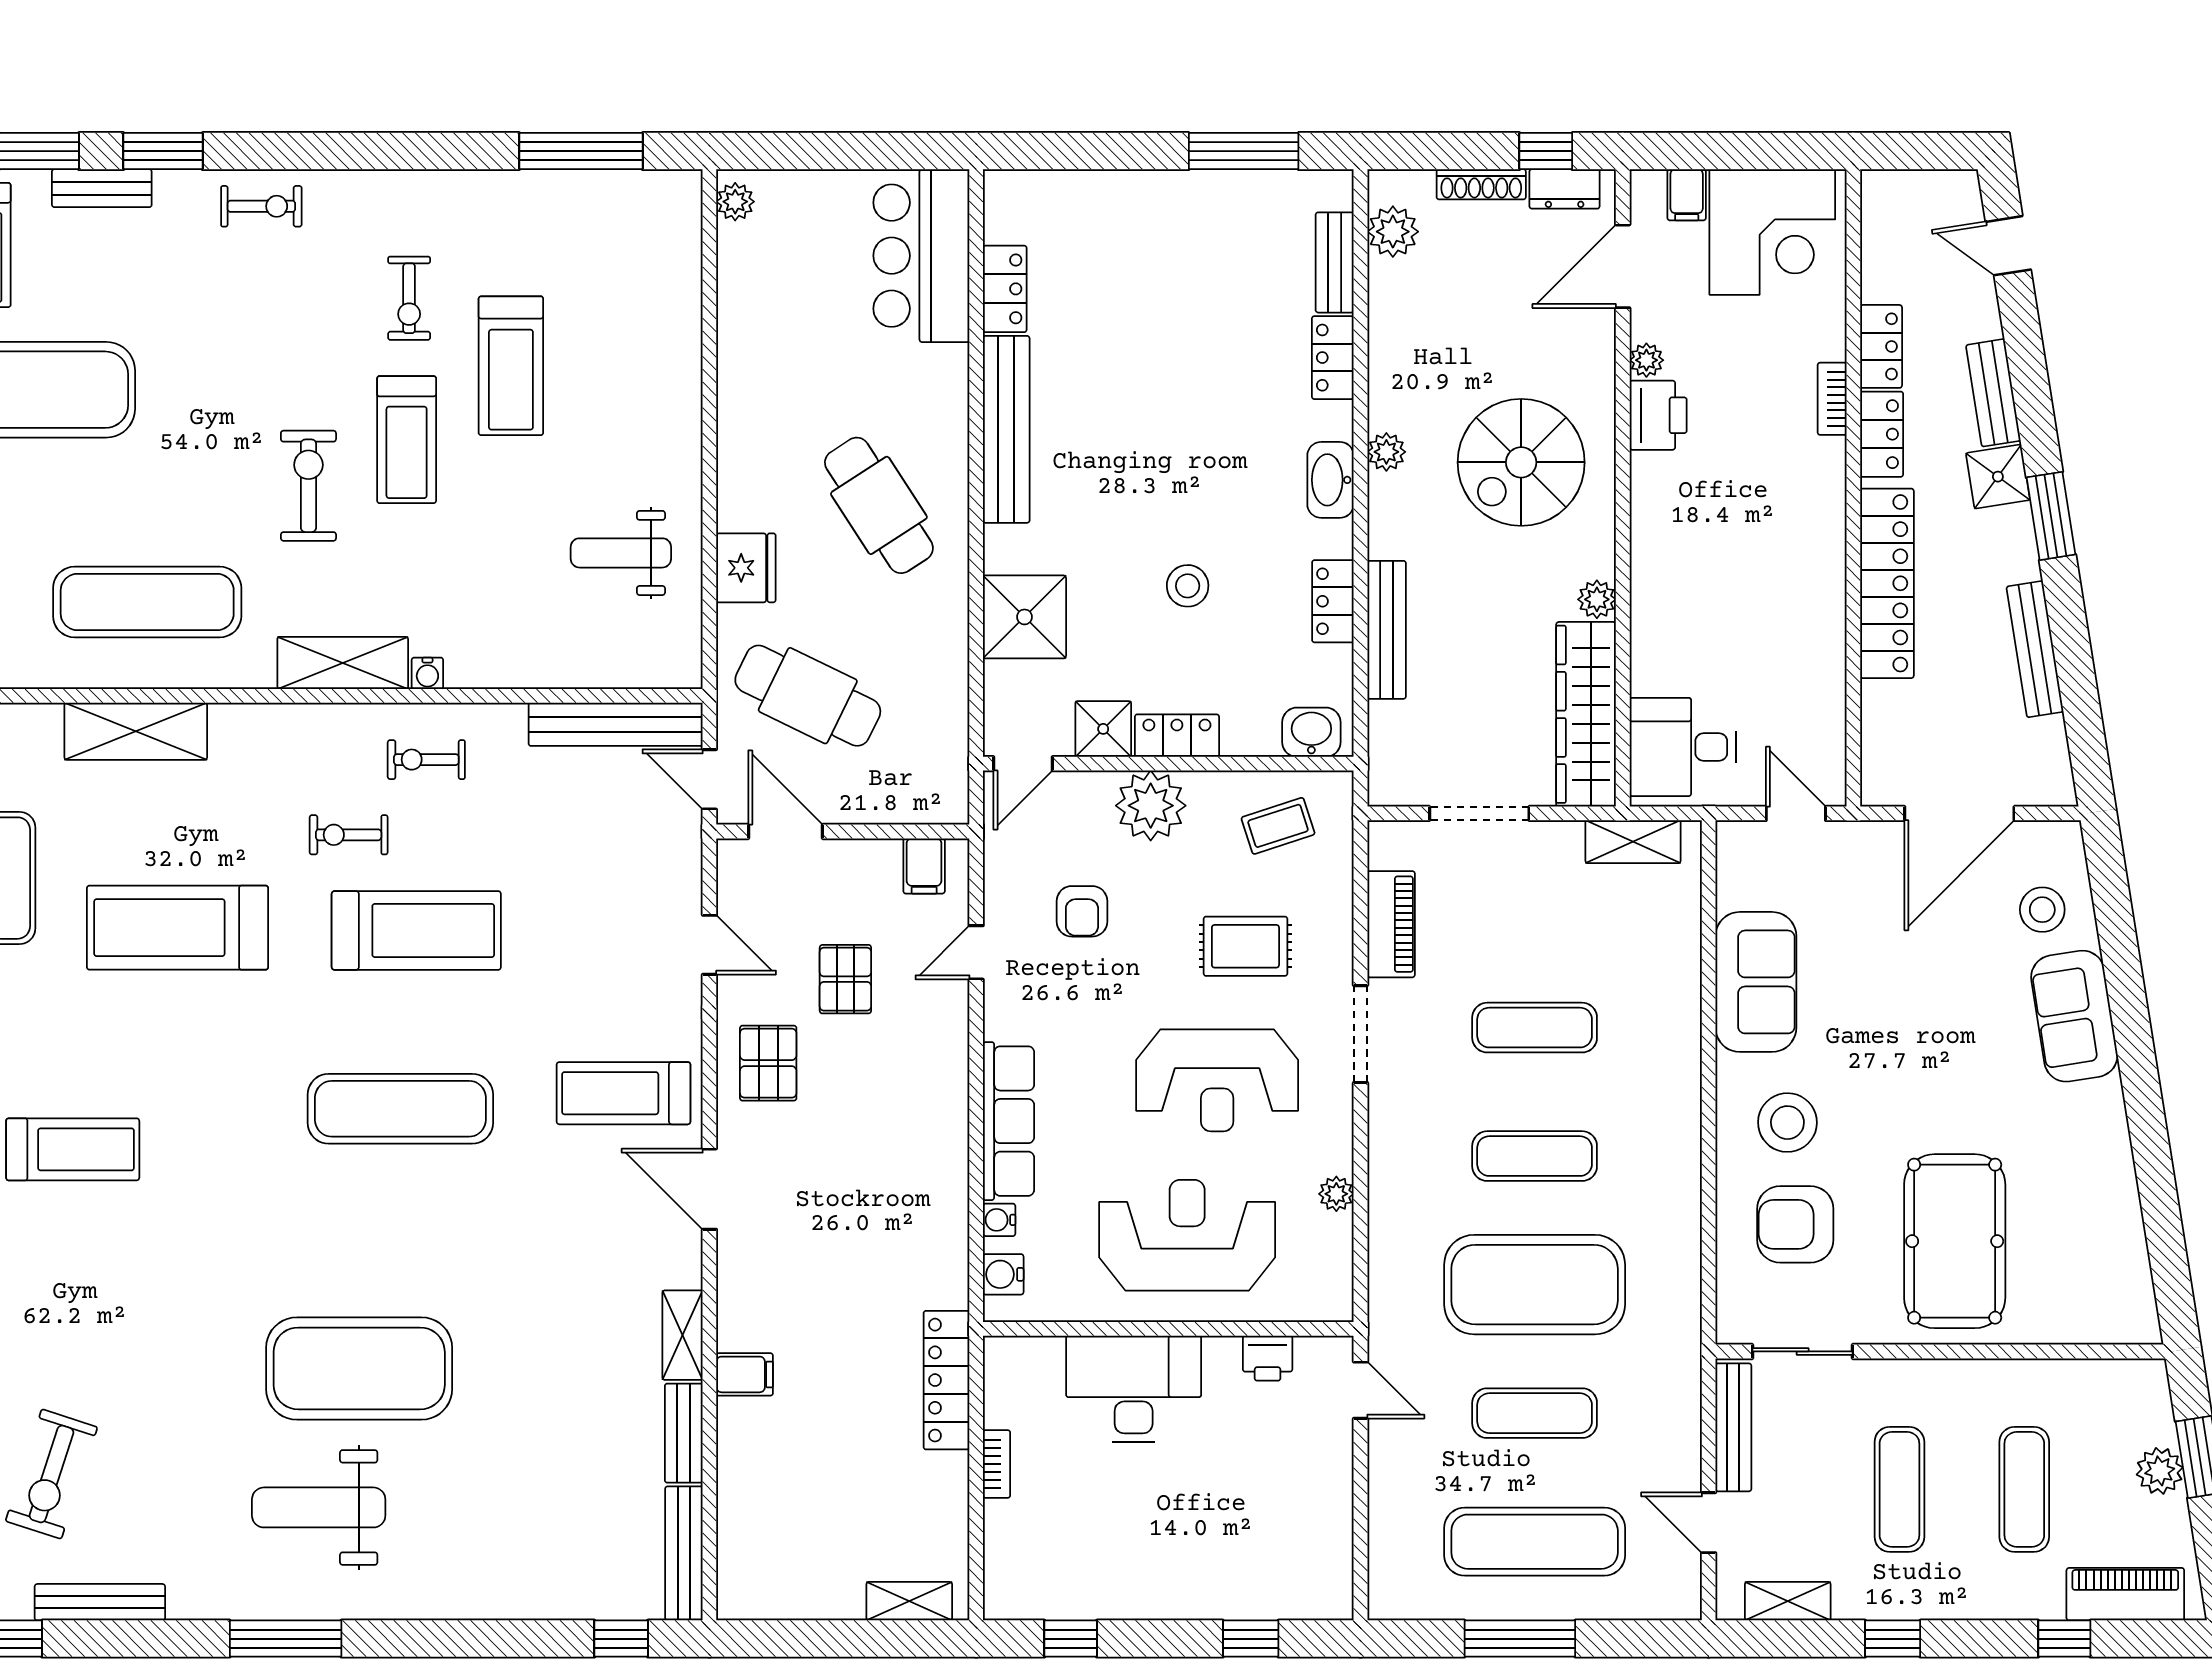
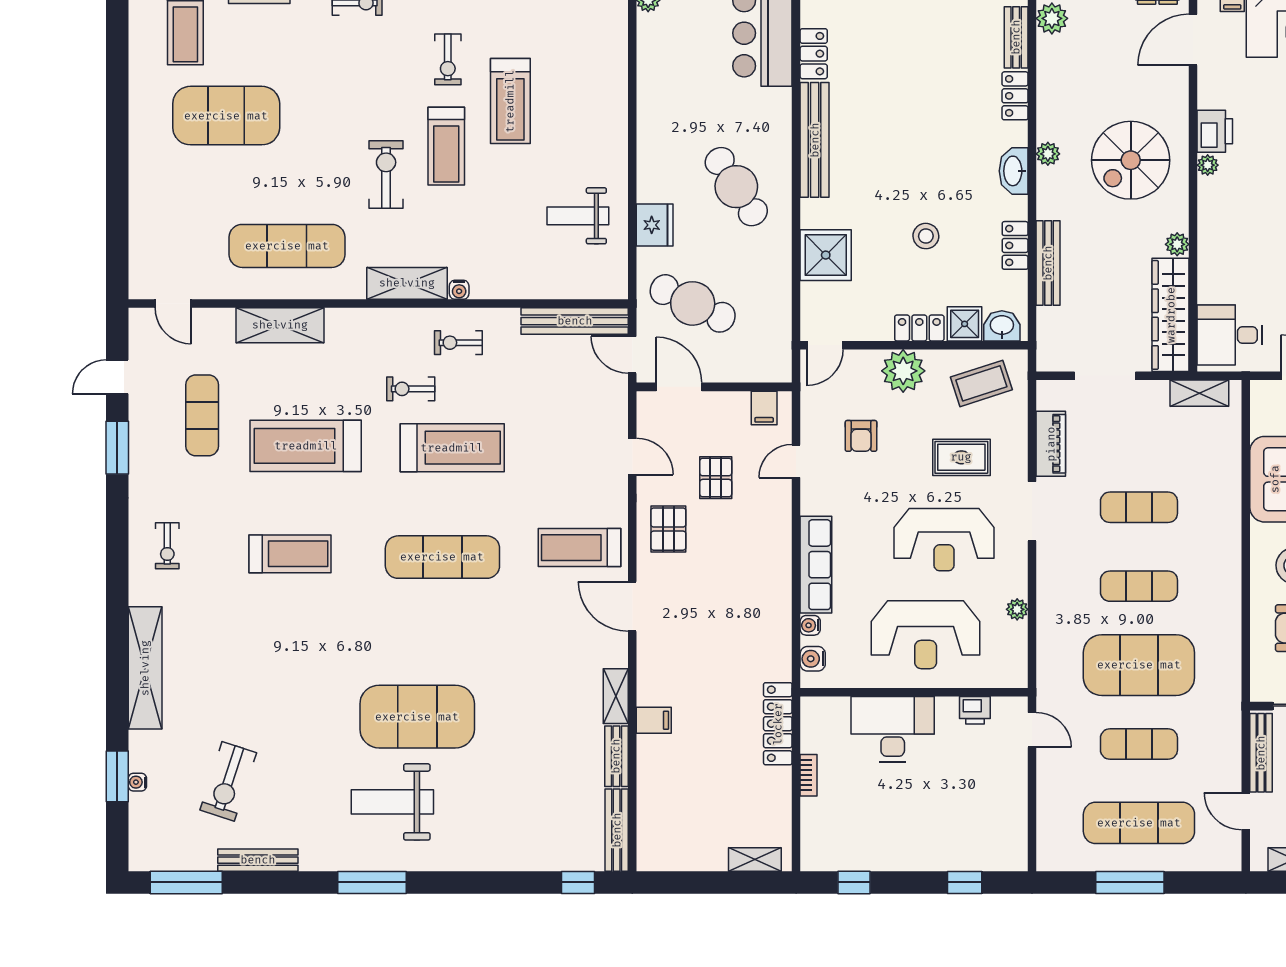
plant: (1646, 360) -> (1208, 165), moved
shower: (1103, 729) -> (965, 324), moved
coffee table: (1278, 826) -> (981, 383), width x1.36, depth x1.30
treadmill: (73, 1149) -> (290, 554), moved
reception desk: (1187, 1235) -> (926, 635), turned 180

